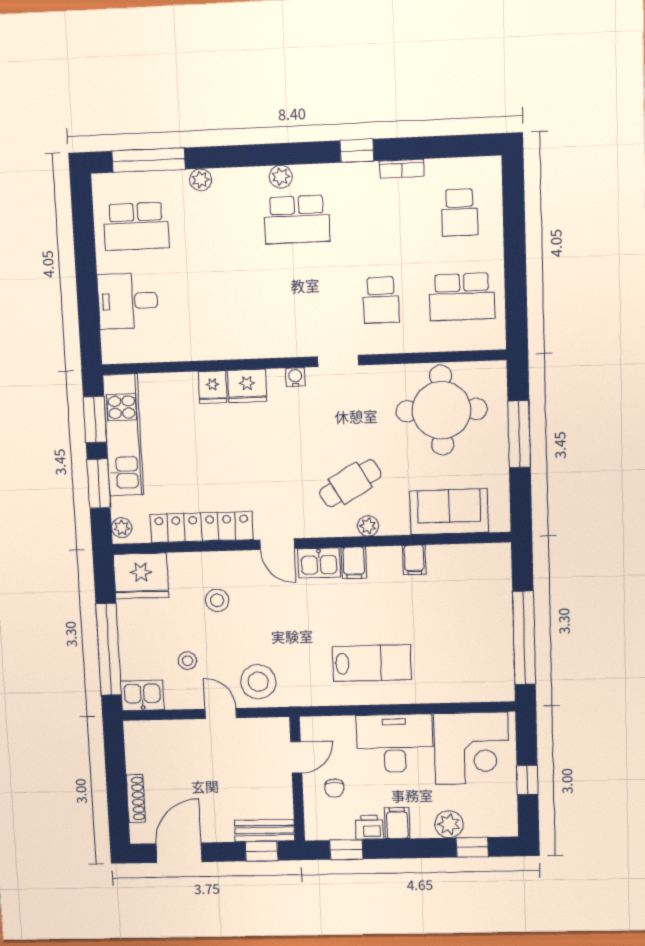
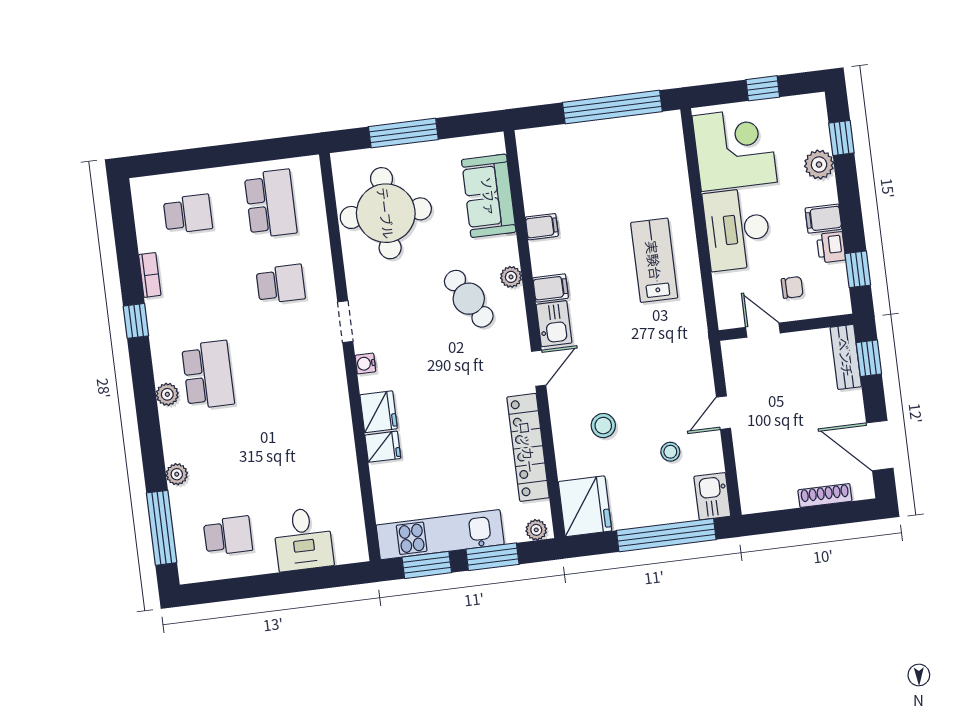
school desk: (136, 226) -> (228, 536), width x0.54
stool: (258, 682) -> (686, 376), removed

